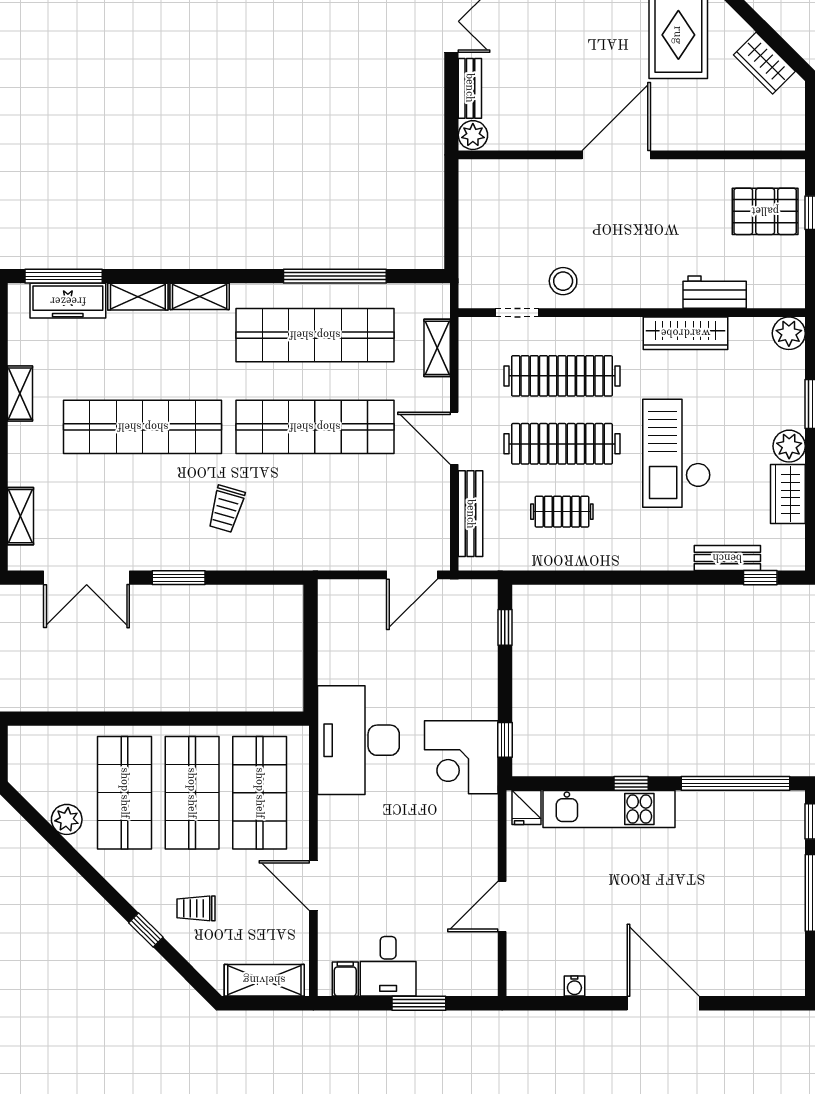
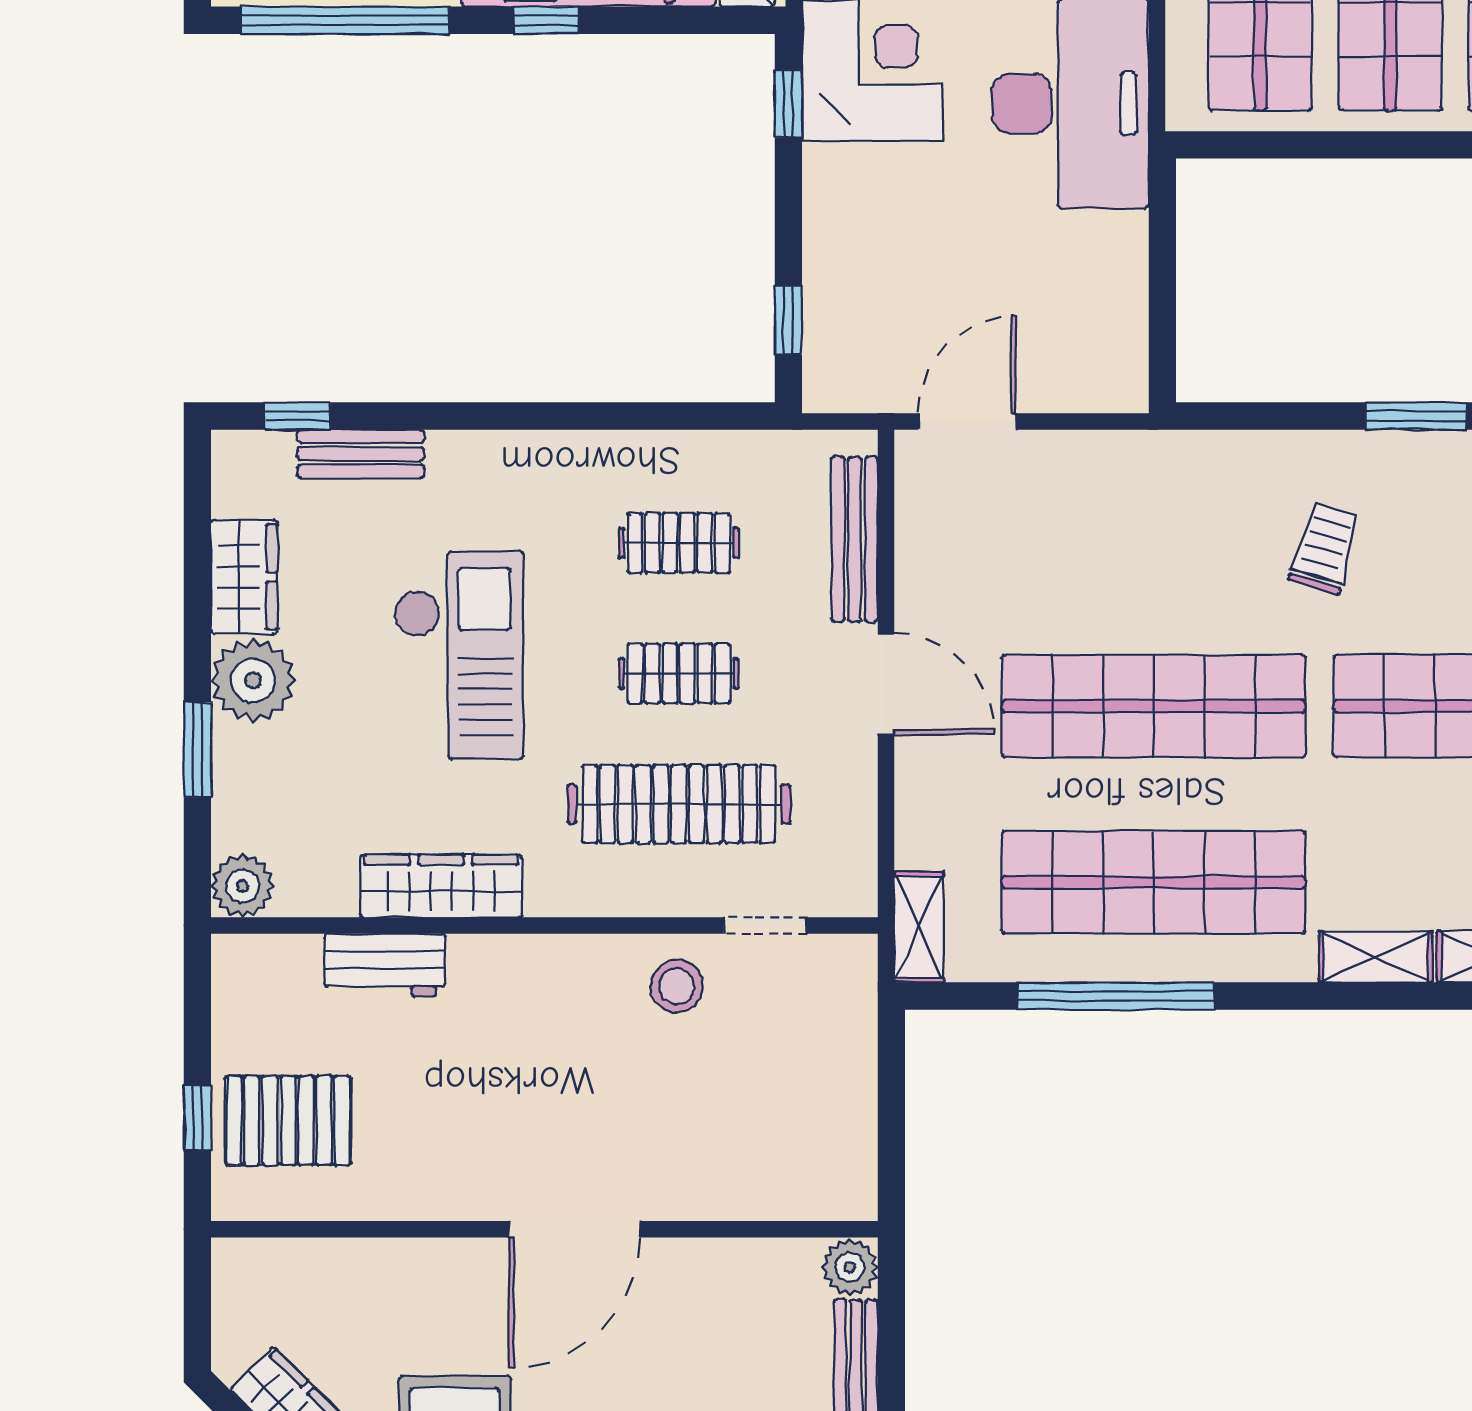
shelving: (437, 348) -> (919, 927), moved
clothes rail: (562, 444) -> (679, 673), width x0.54, depth x0.76
plant: (789, 446) -> (253, 680), width x1.36, depth x1.36

